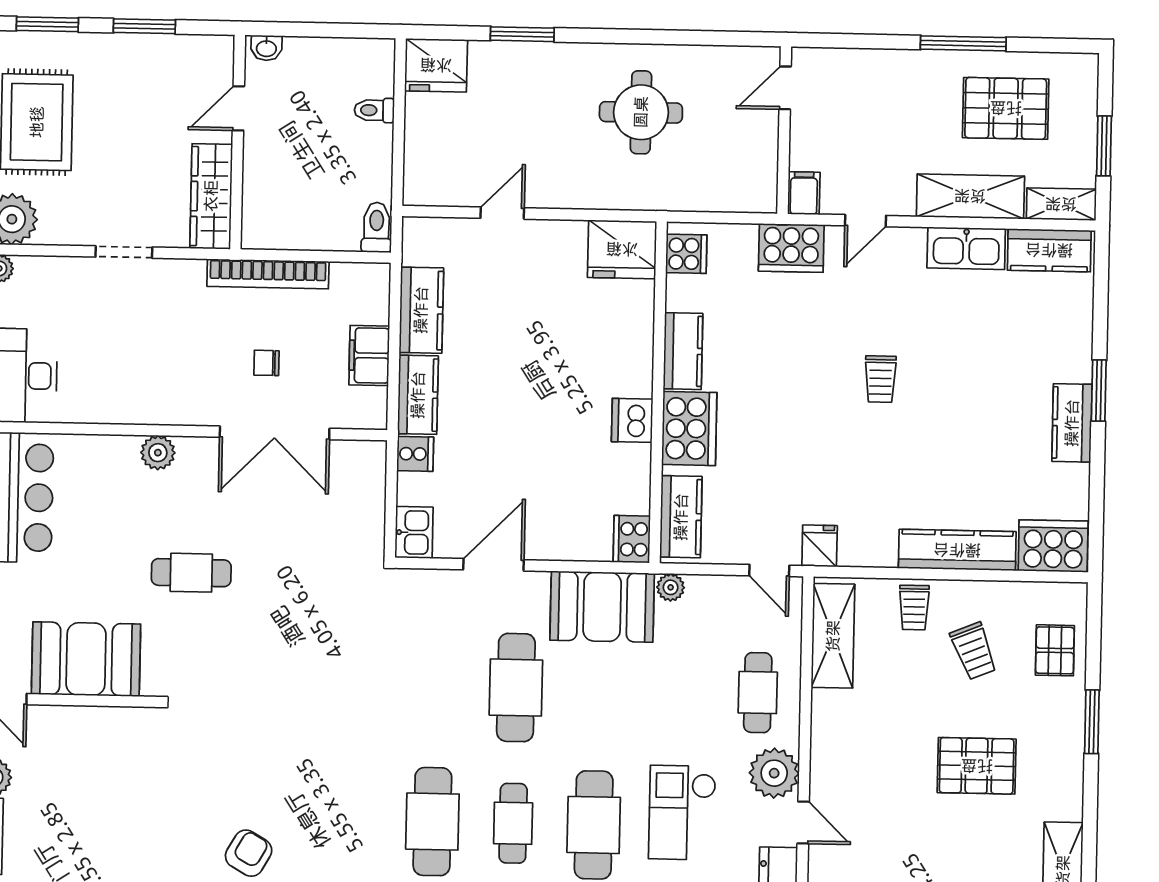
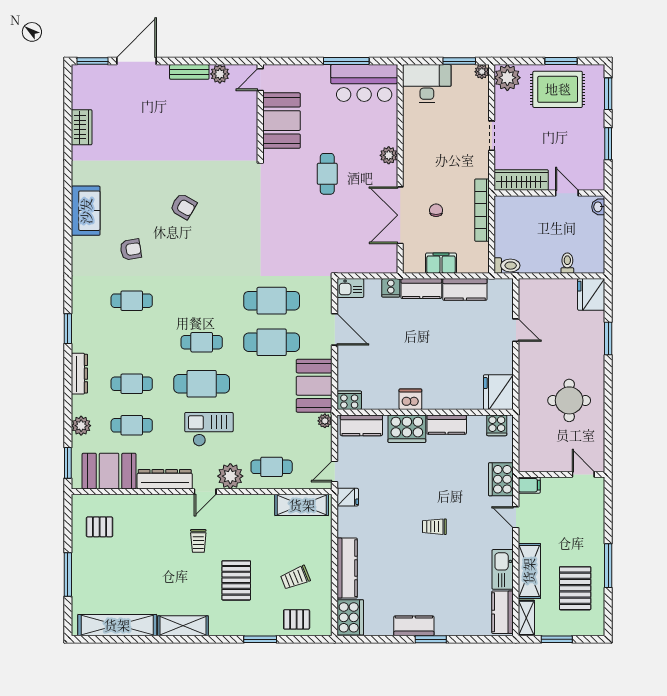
trolley: (914, 608) -> (198, 541), moved, turned -90
cafe table: (432, 822) -> (272, 301), moved

